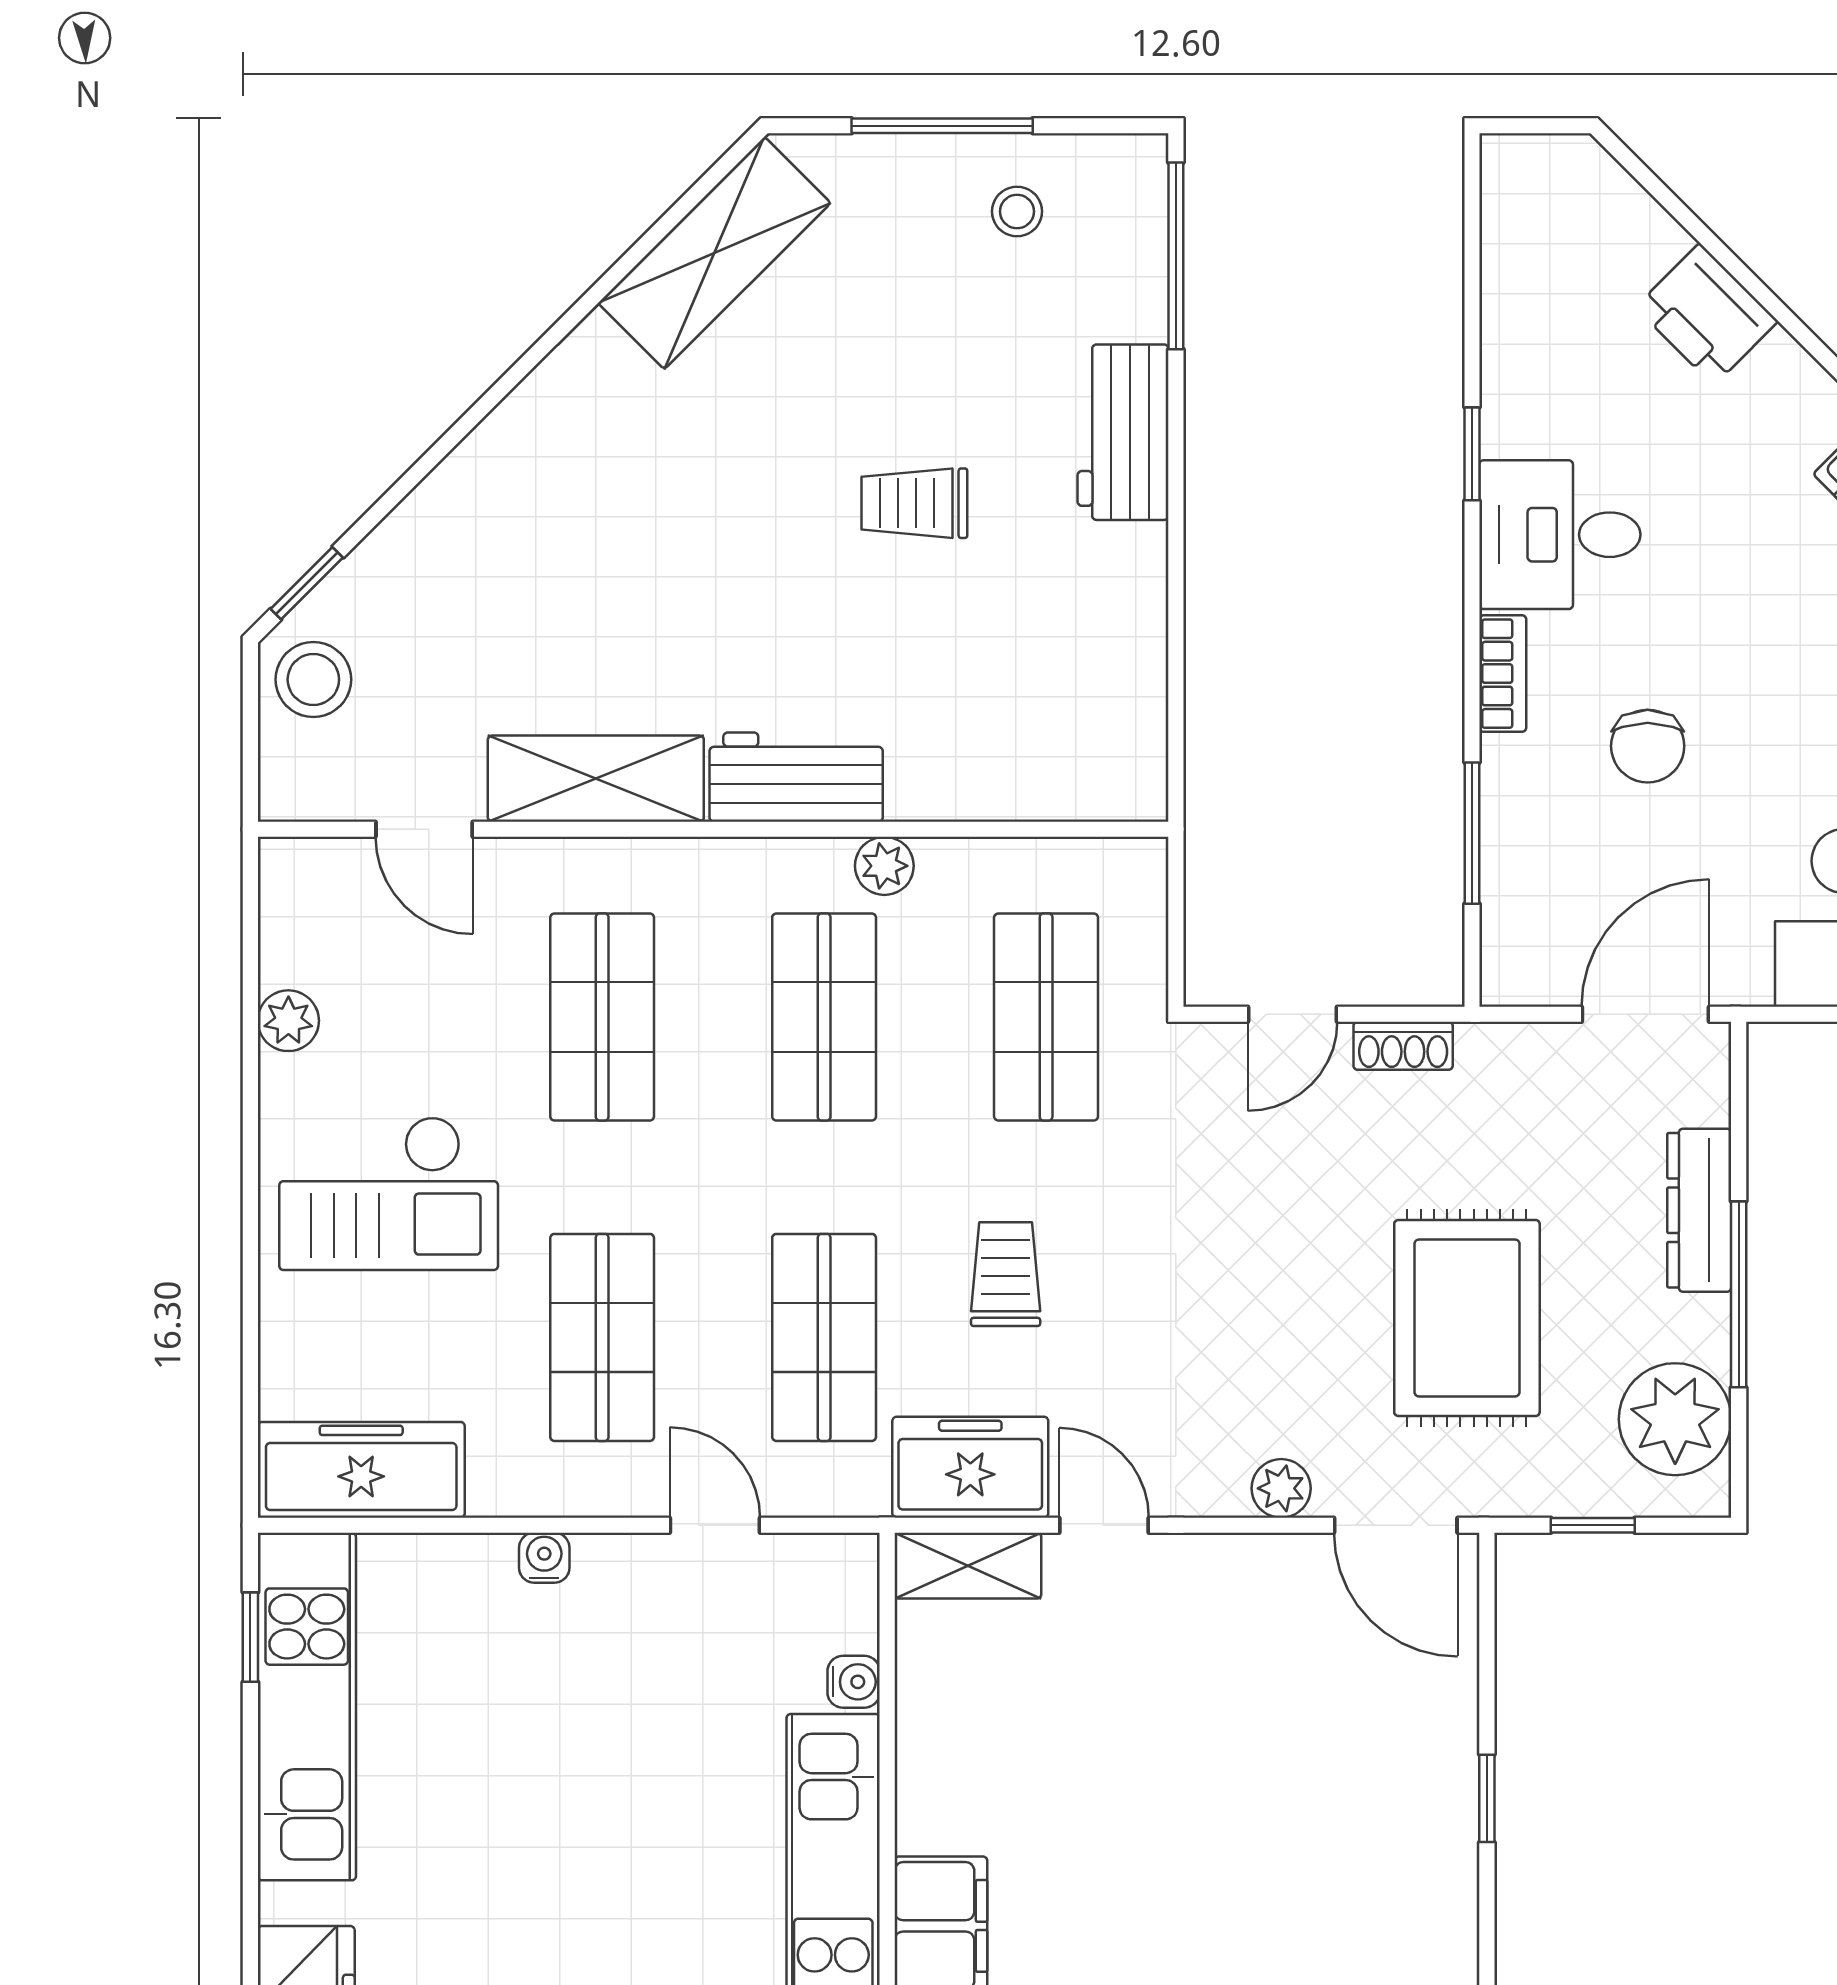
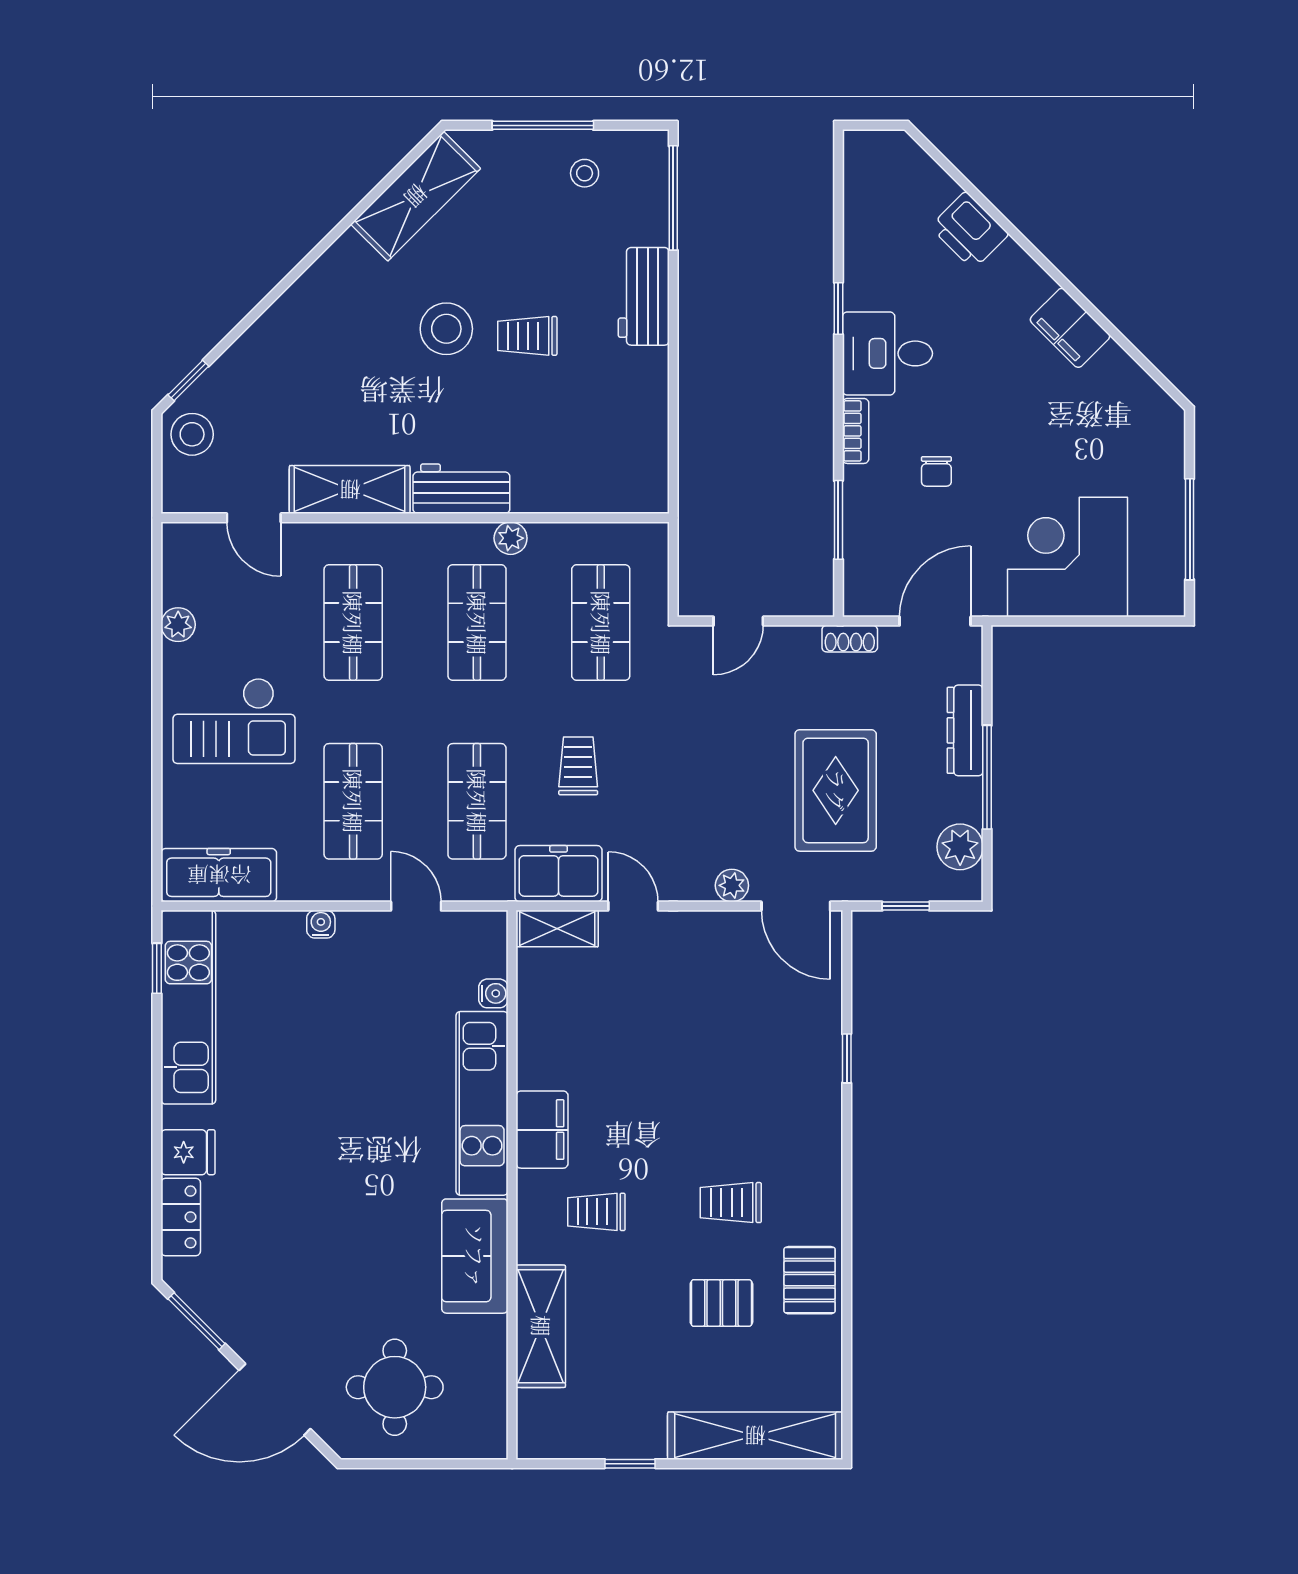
stool: (769, 490) -> (446, 329), added
chair: (1648, 746) -> (936, 471), width x0.73, depth x0.73
shoe rack: (1403, 1046) -> (850, 639), moved
plant: (1675, 1419) -> (960, 847), width x0.73, depth x0.73

